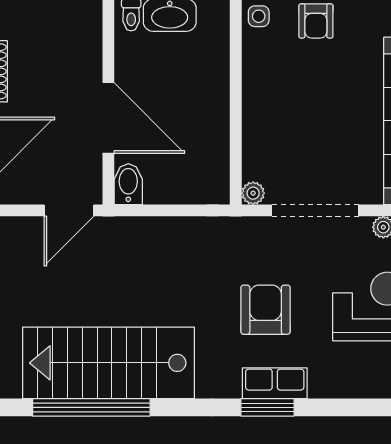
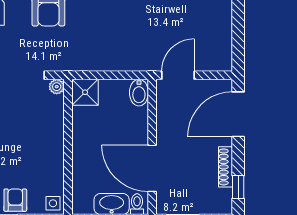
door: (108, 118) -> (152, 168), moved
shower: (210, 185) -> (85, 92), added

